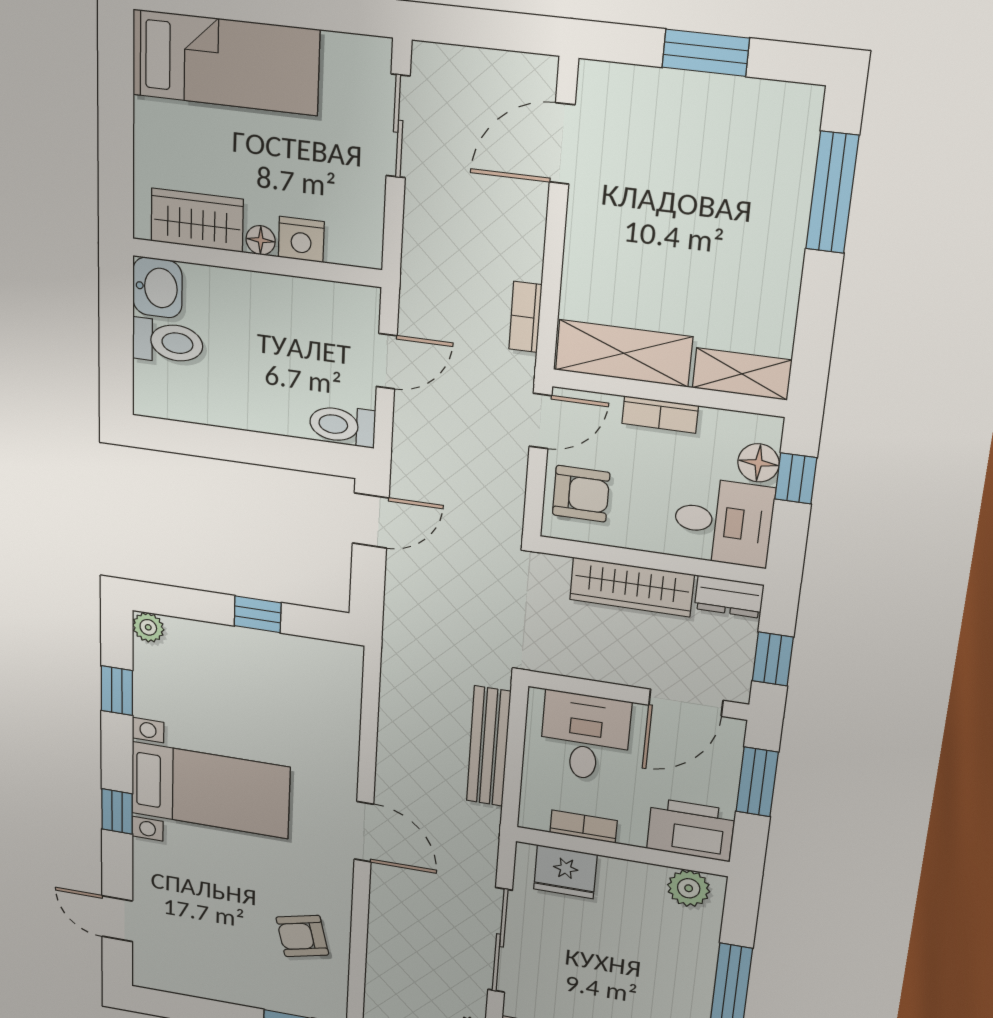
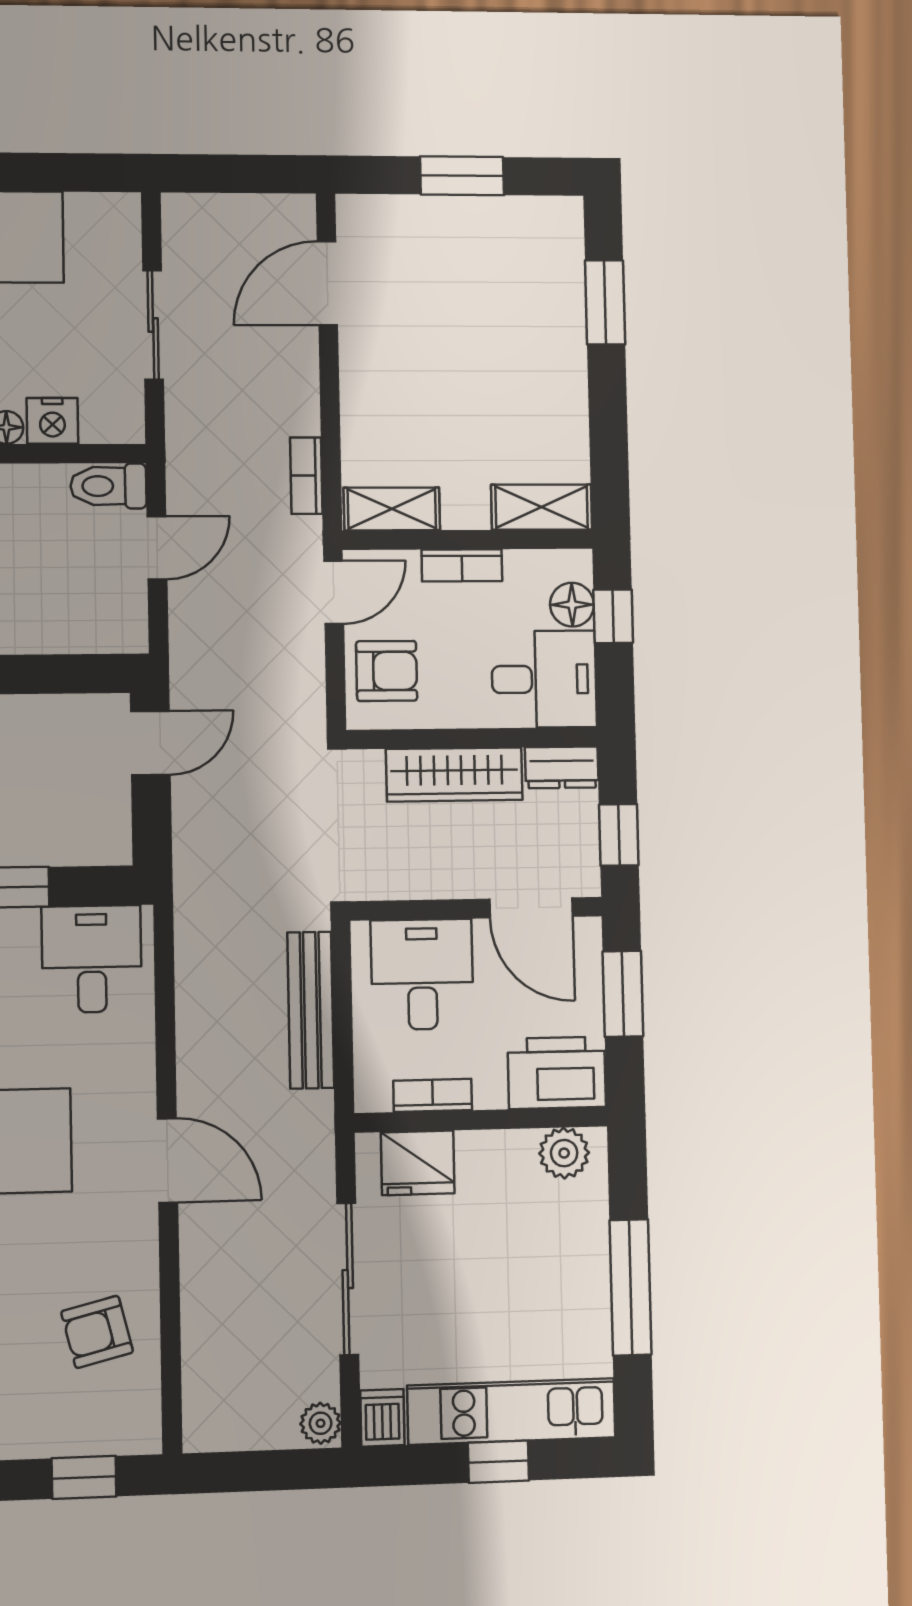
sliding door: (398, 126) -> (153, 325), moved
window: (832, 193) -> (605, 302), width x0.69
shelving: (624, 353) -> (392, 509), width x0.67, depth x0.75
toilet: (342, 425) -> (108, 486), moved
desk: (312, 677) -> (92, 959), added
door: (686, 703) -> (531, 908), hinge flipped

